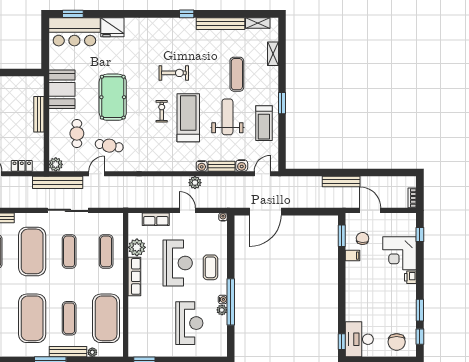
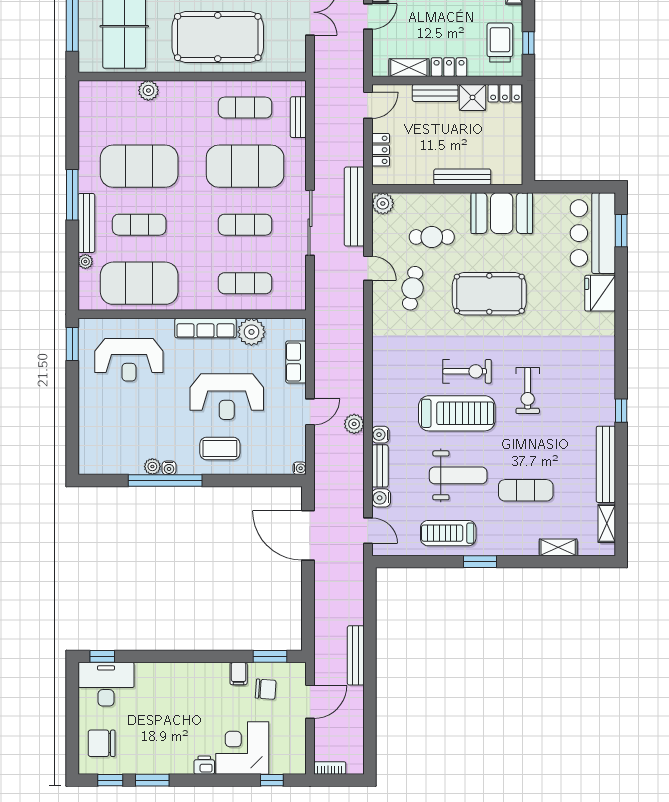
exercise bike: (162, 111) -> (467, 371), width x1.38, depth x1.39
reception desk: (189, 323) -> (129, 360), moved

